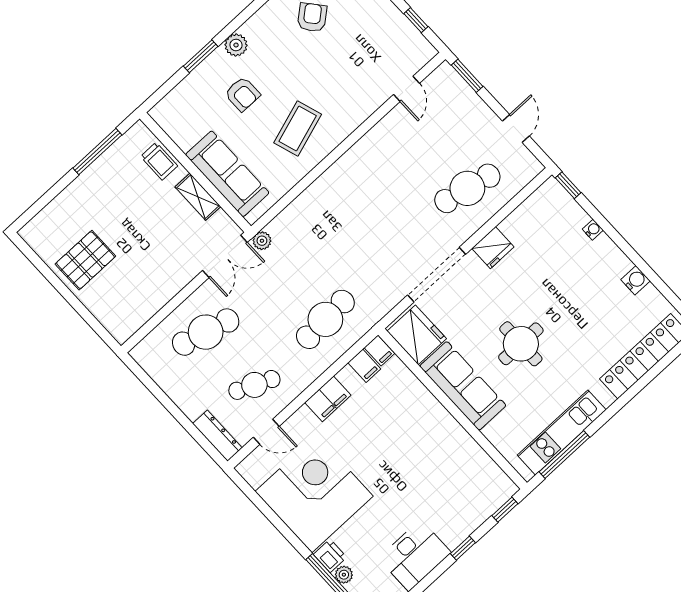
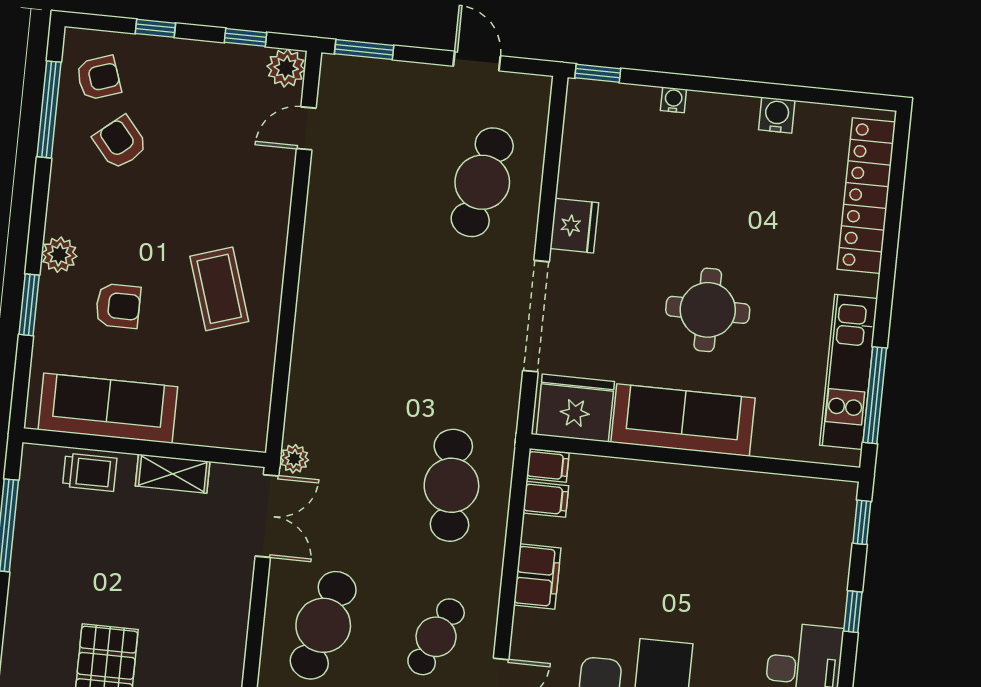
plant: (422, 52) -> (286, 68), added
door: (406, 89) -> (306, 128), swing flipped
sofa: (227, 174) -> (108, 408), moved

